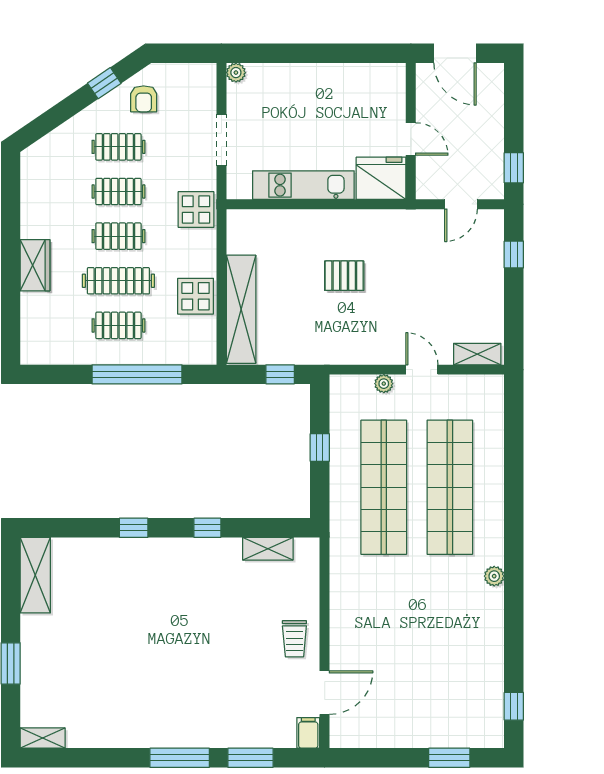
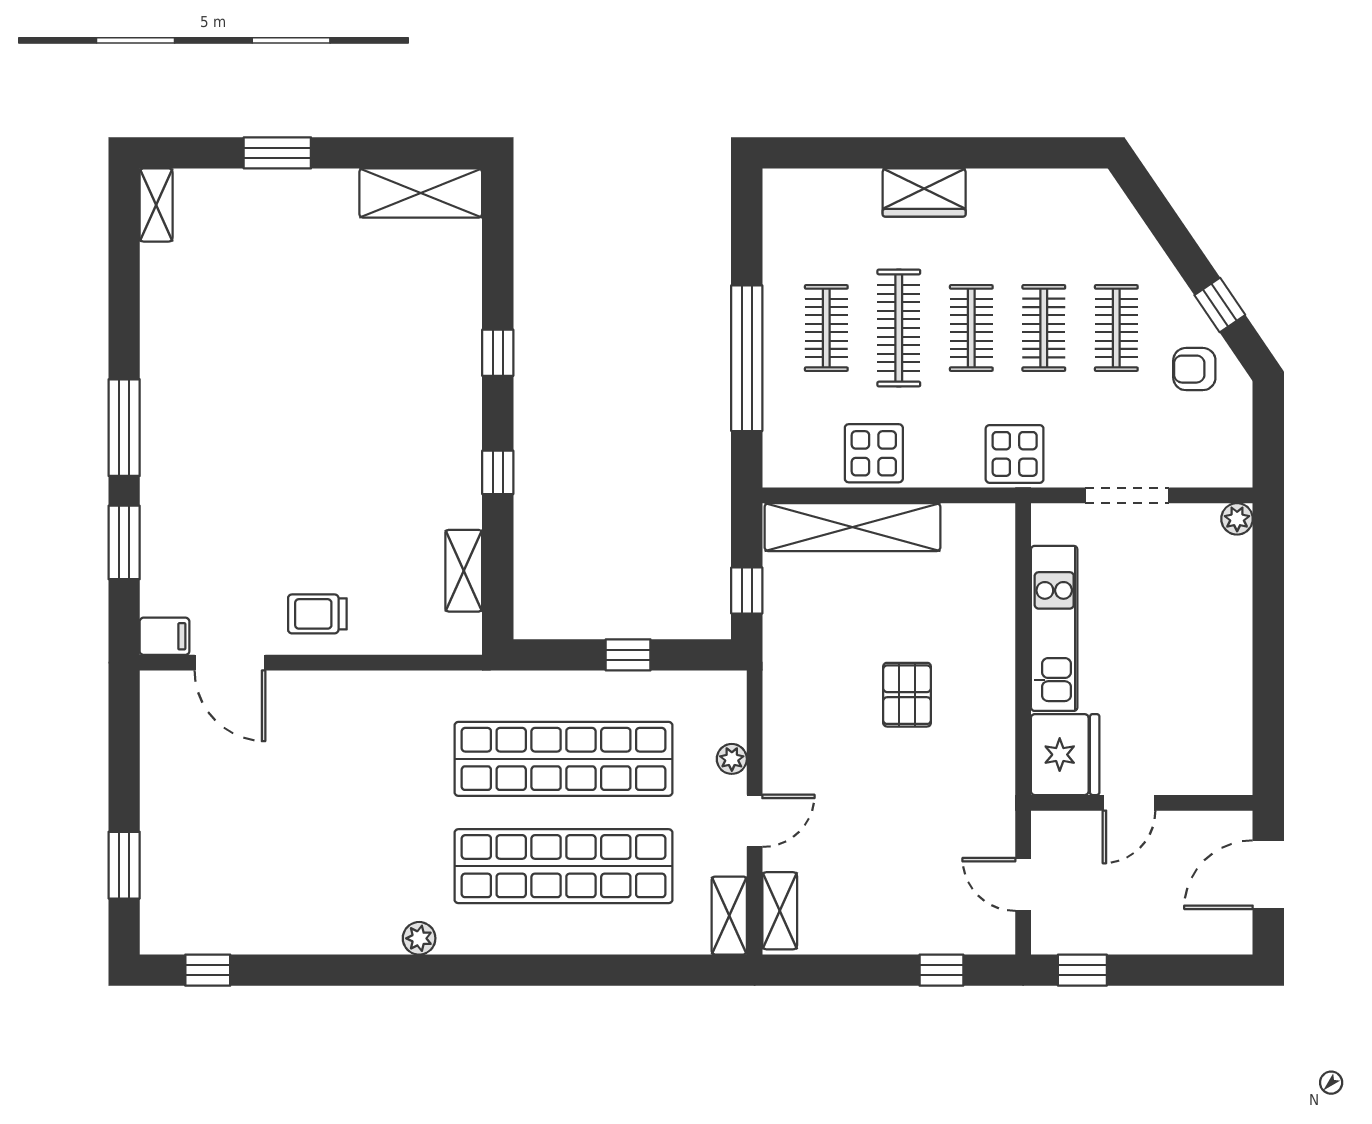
shelving: (480, 385) -> (729, 916), added

